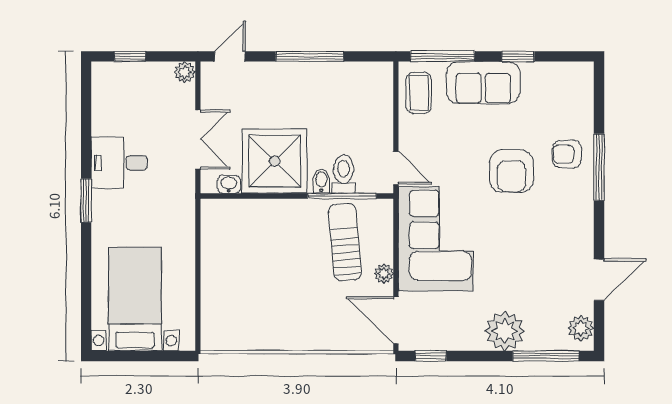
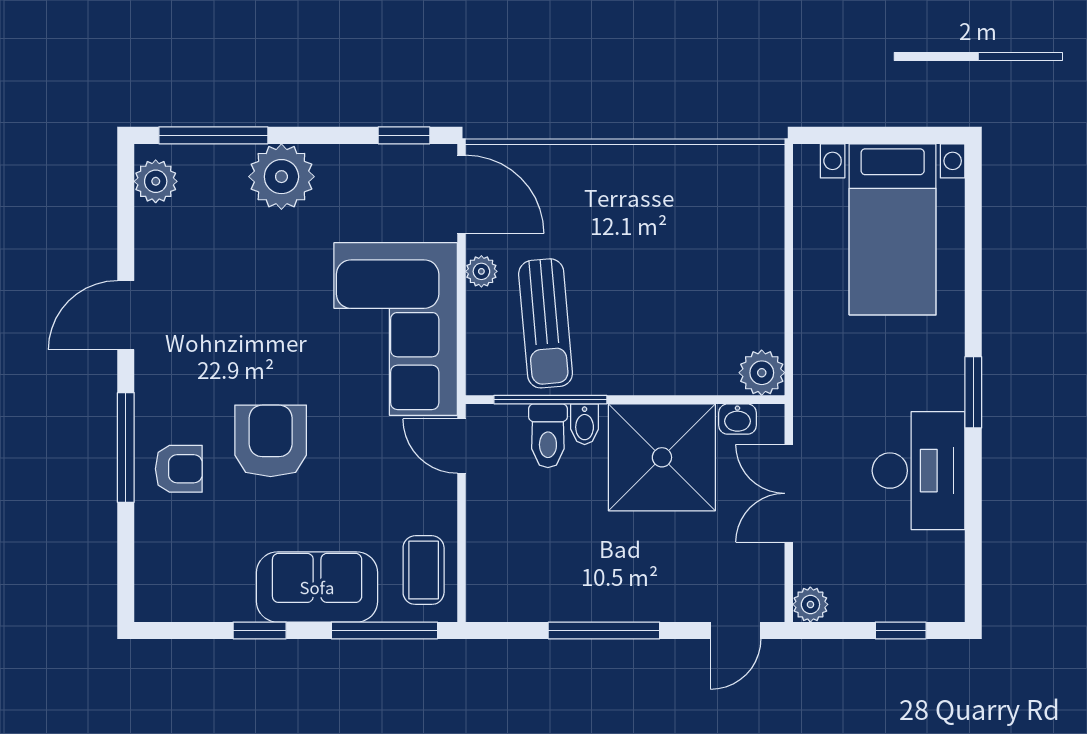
desk: (119, 163) -> (919, 471), width x1.37
plant: (214, 212) -> (762, 373), added
door: (599, 280) -> (126, 315), moved

